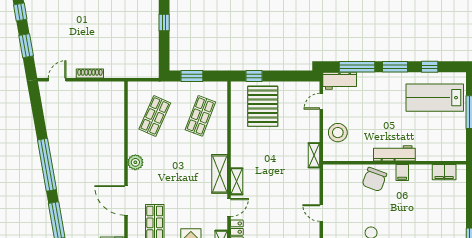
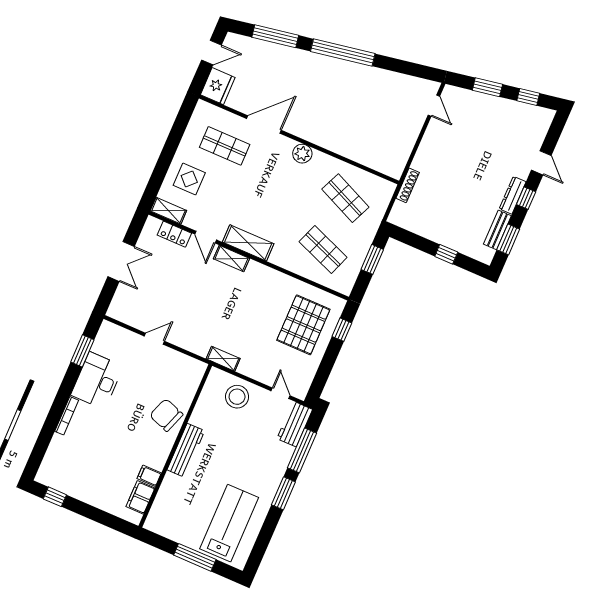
window: (430, 67) -> (267, 532), removed
shoe rack: (90, 73) -> (408, 185), moved
pallet: (263, 106) -> (303, 325), turned 90
filing cabinet: (402, 173) -> (149, 476), moved

